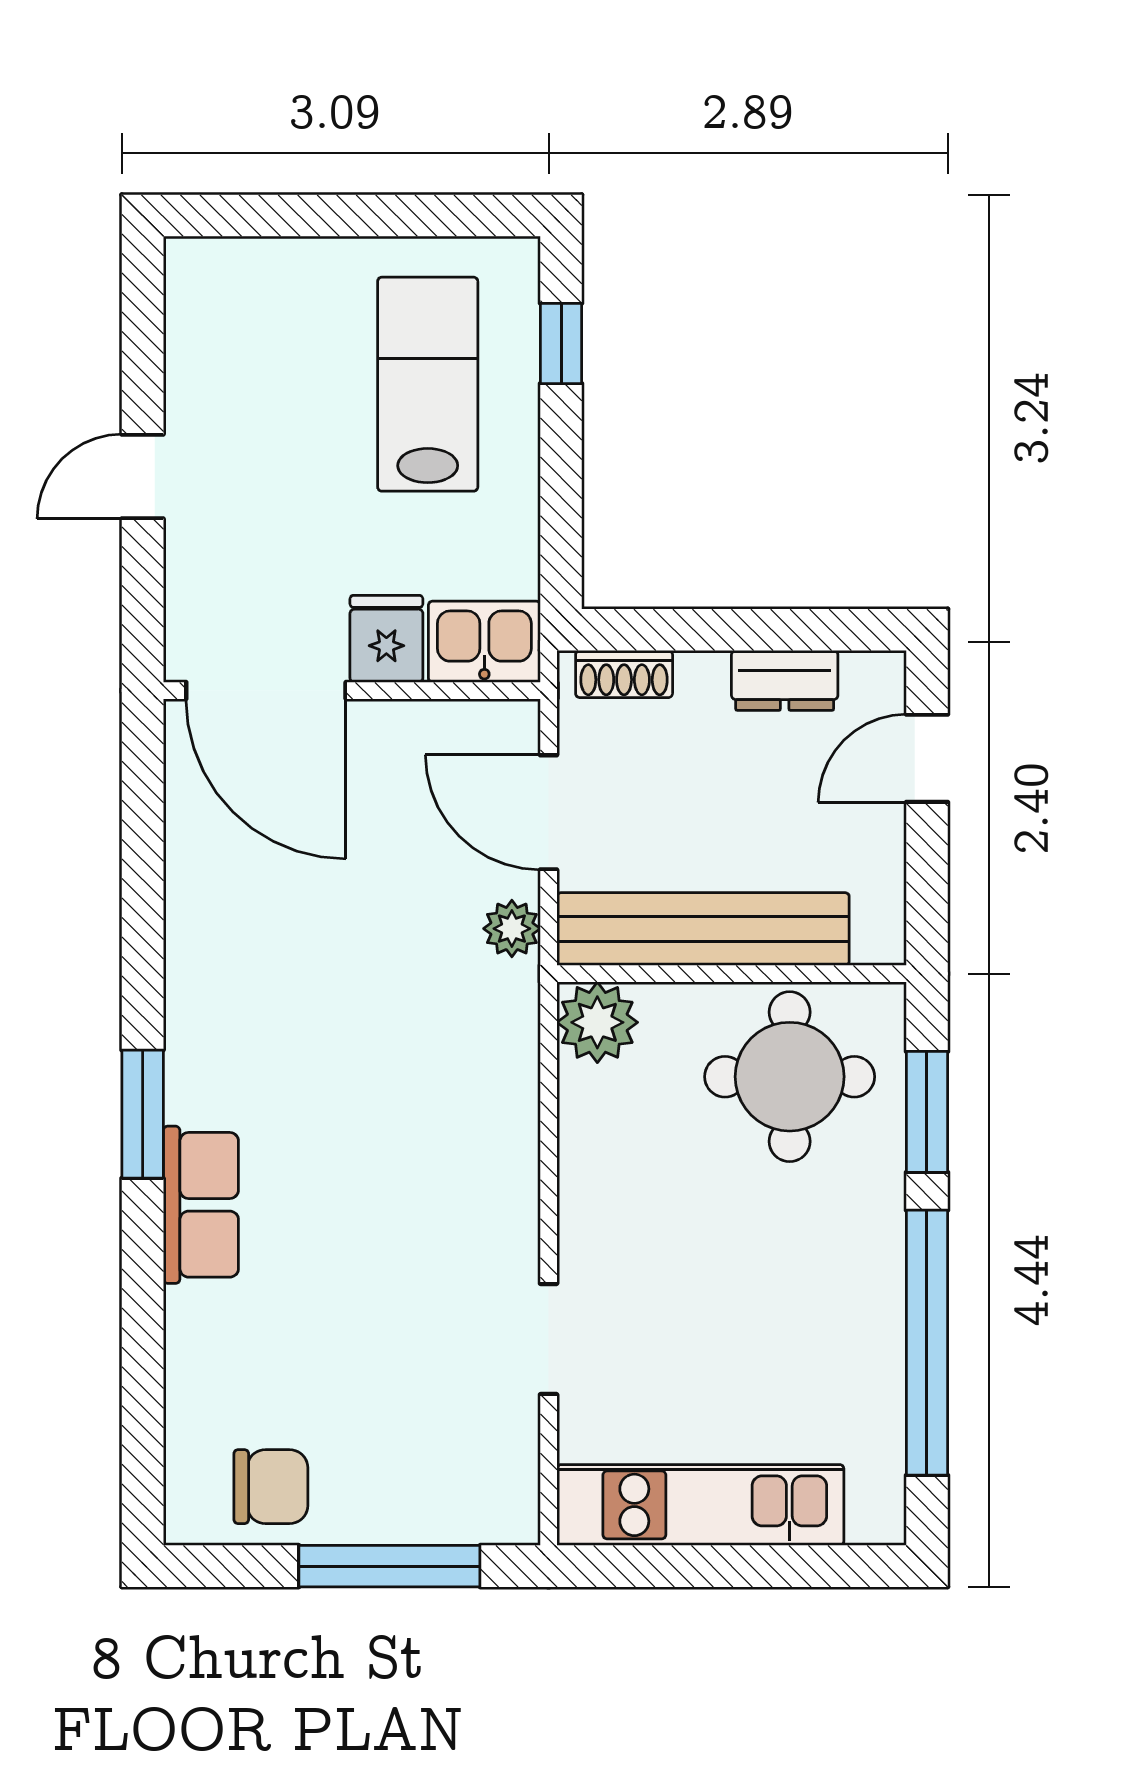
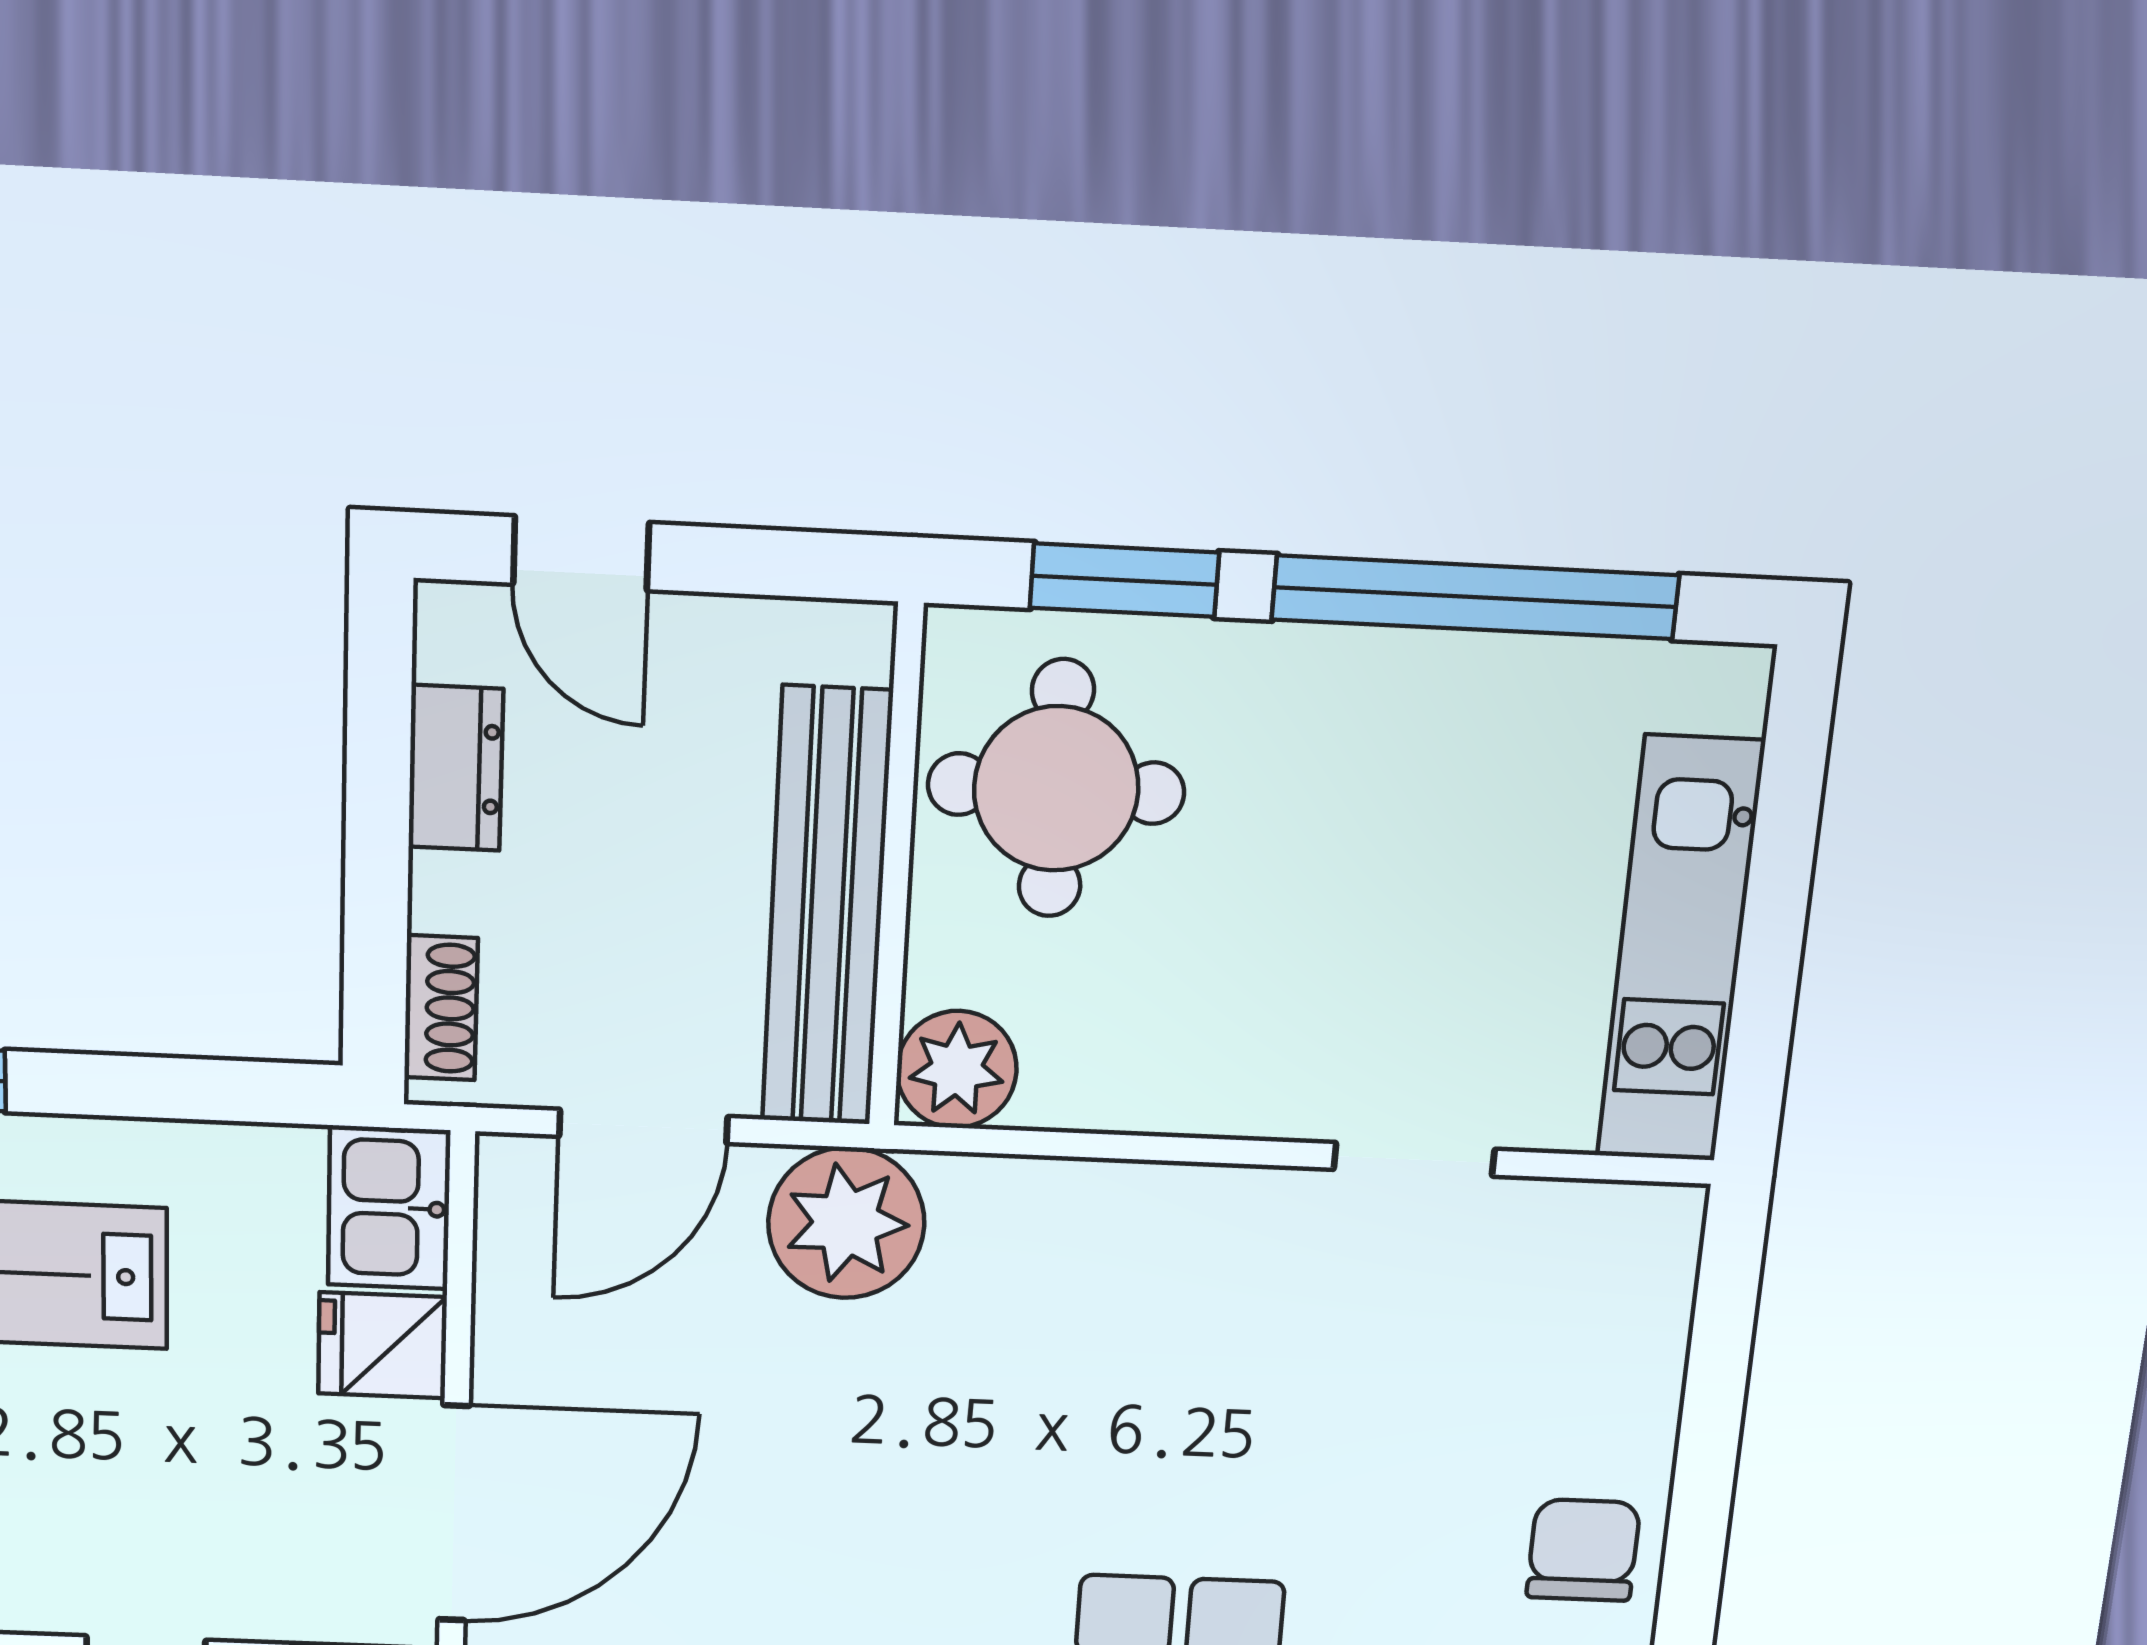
plant: (512, 929) -> (846, 1223), width x1.87, depth x1.87
window: (389, 1566) -> (1715, 1395), removed

